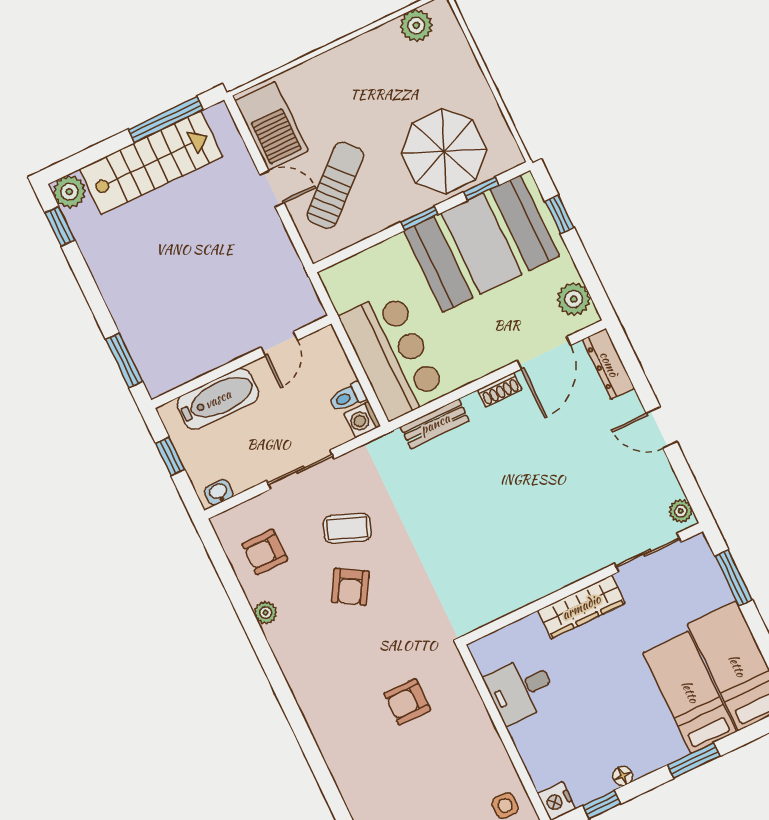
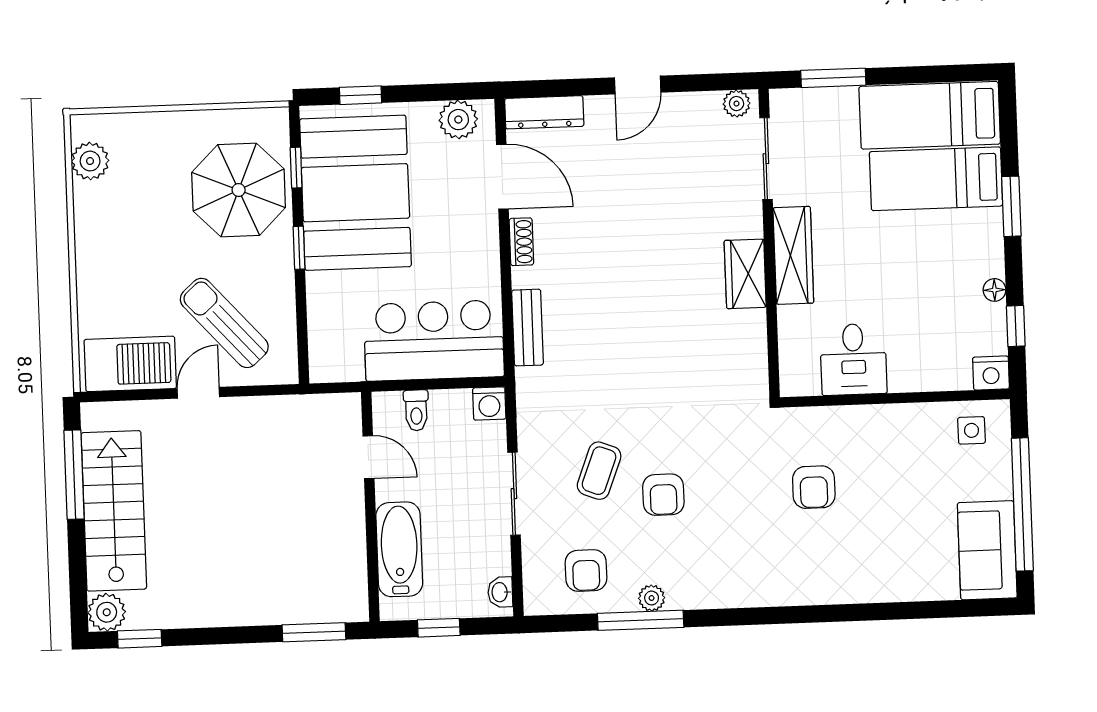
toilet: (348, 397) -> (416, 410), moved
wardrobe: (551, 576) -> (745, 274), added
armchair: (350, 587) -> (663, 495), turned 59
window: (244, 612) -> (641, 620), added

